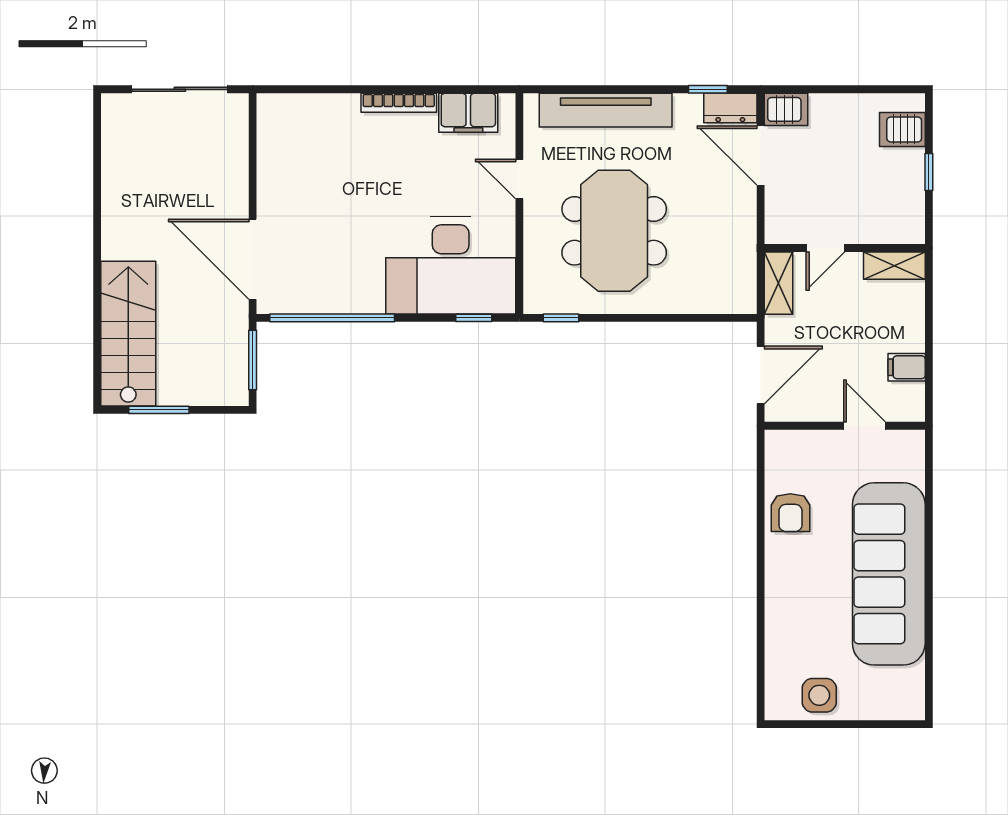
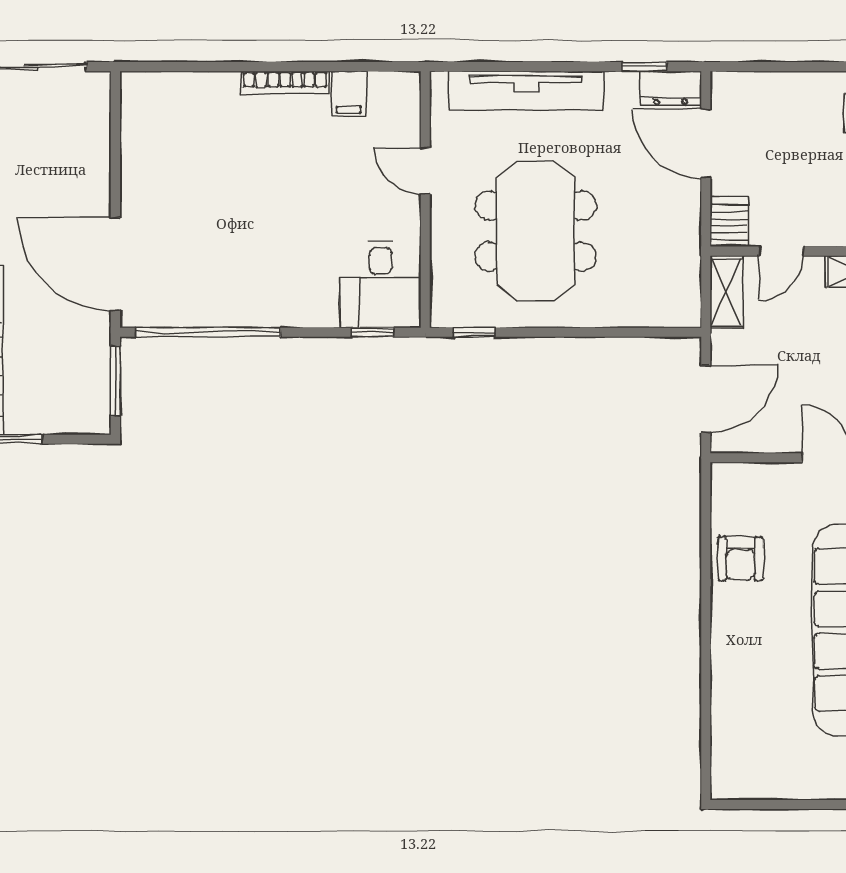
server rack: (786, 109) -> (729, 222), moved, turned -90
filing cabinet: (468, 113) -> (349, 94), width x0.50
desk: (451, 265) -> (381, 284), width x0.53, depth x0.77
side table: (819, 695) -> (774, 771), removed

